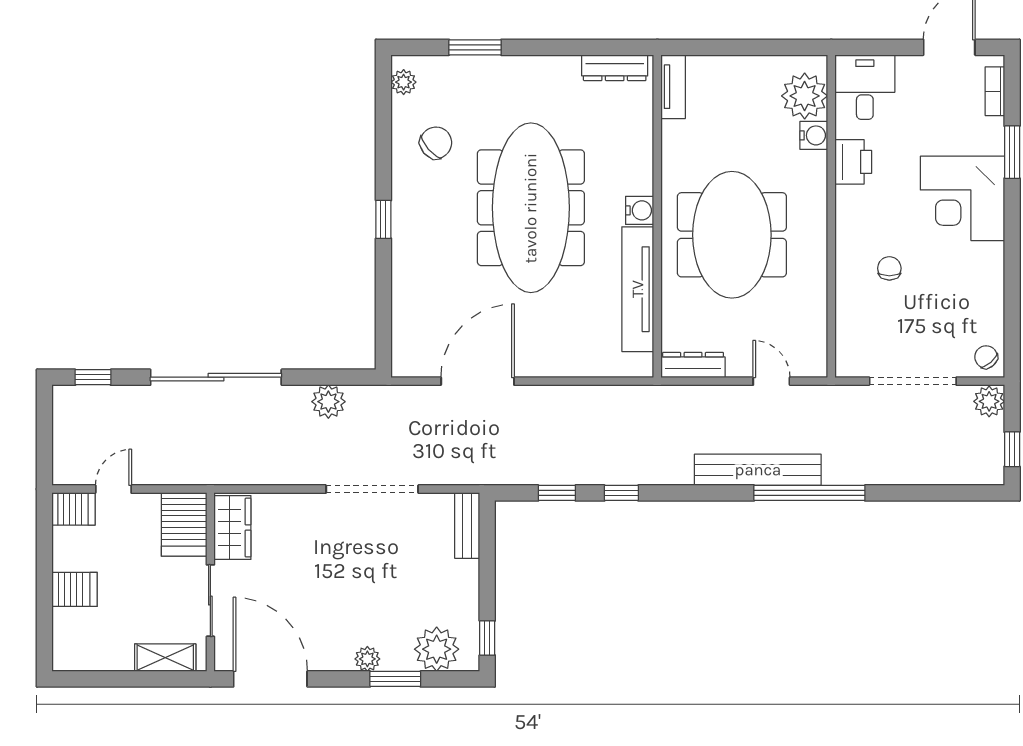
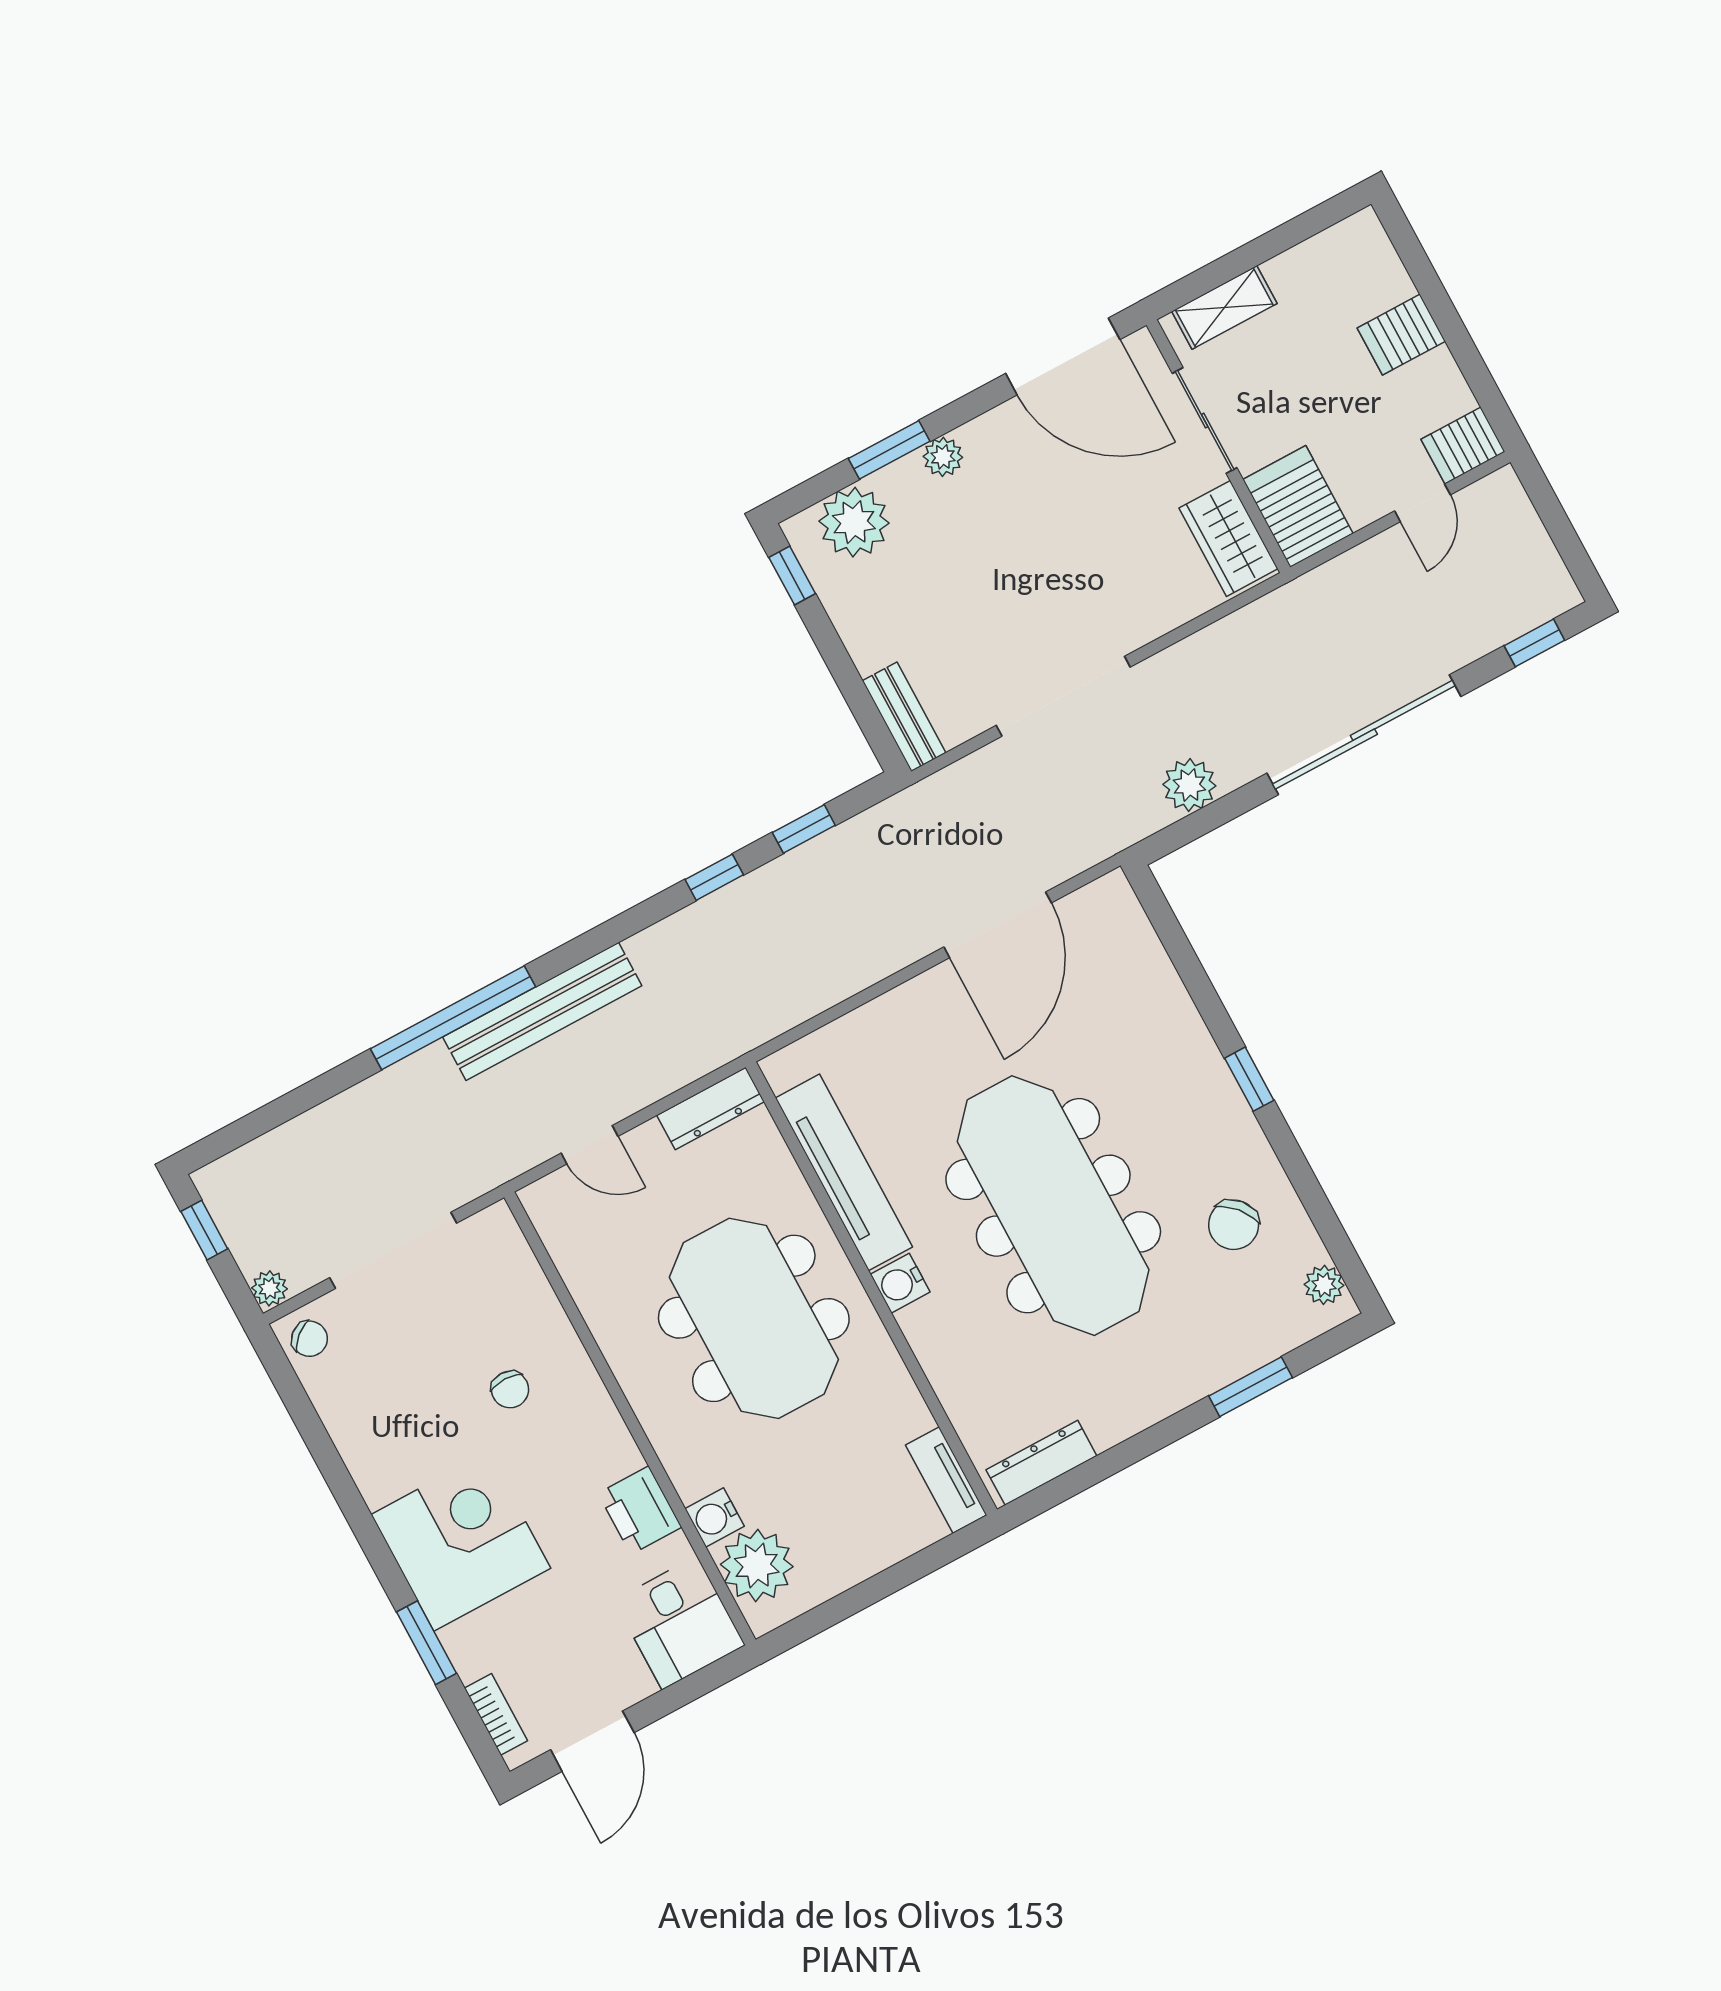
plant: (989, 401) -> (269, 1288), width x0.73, depth x0.73

